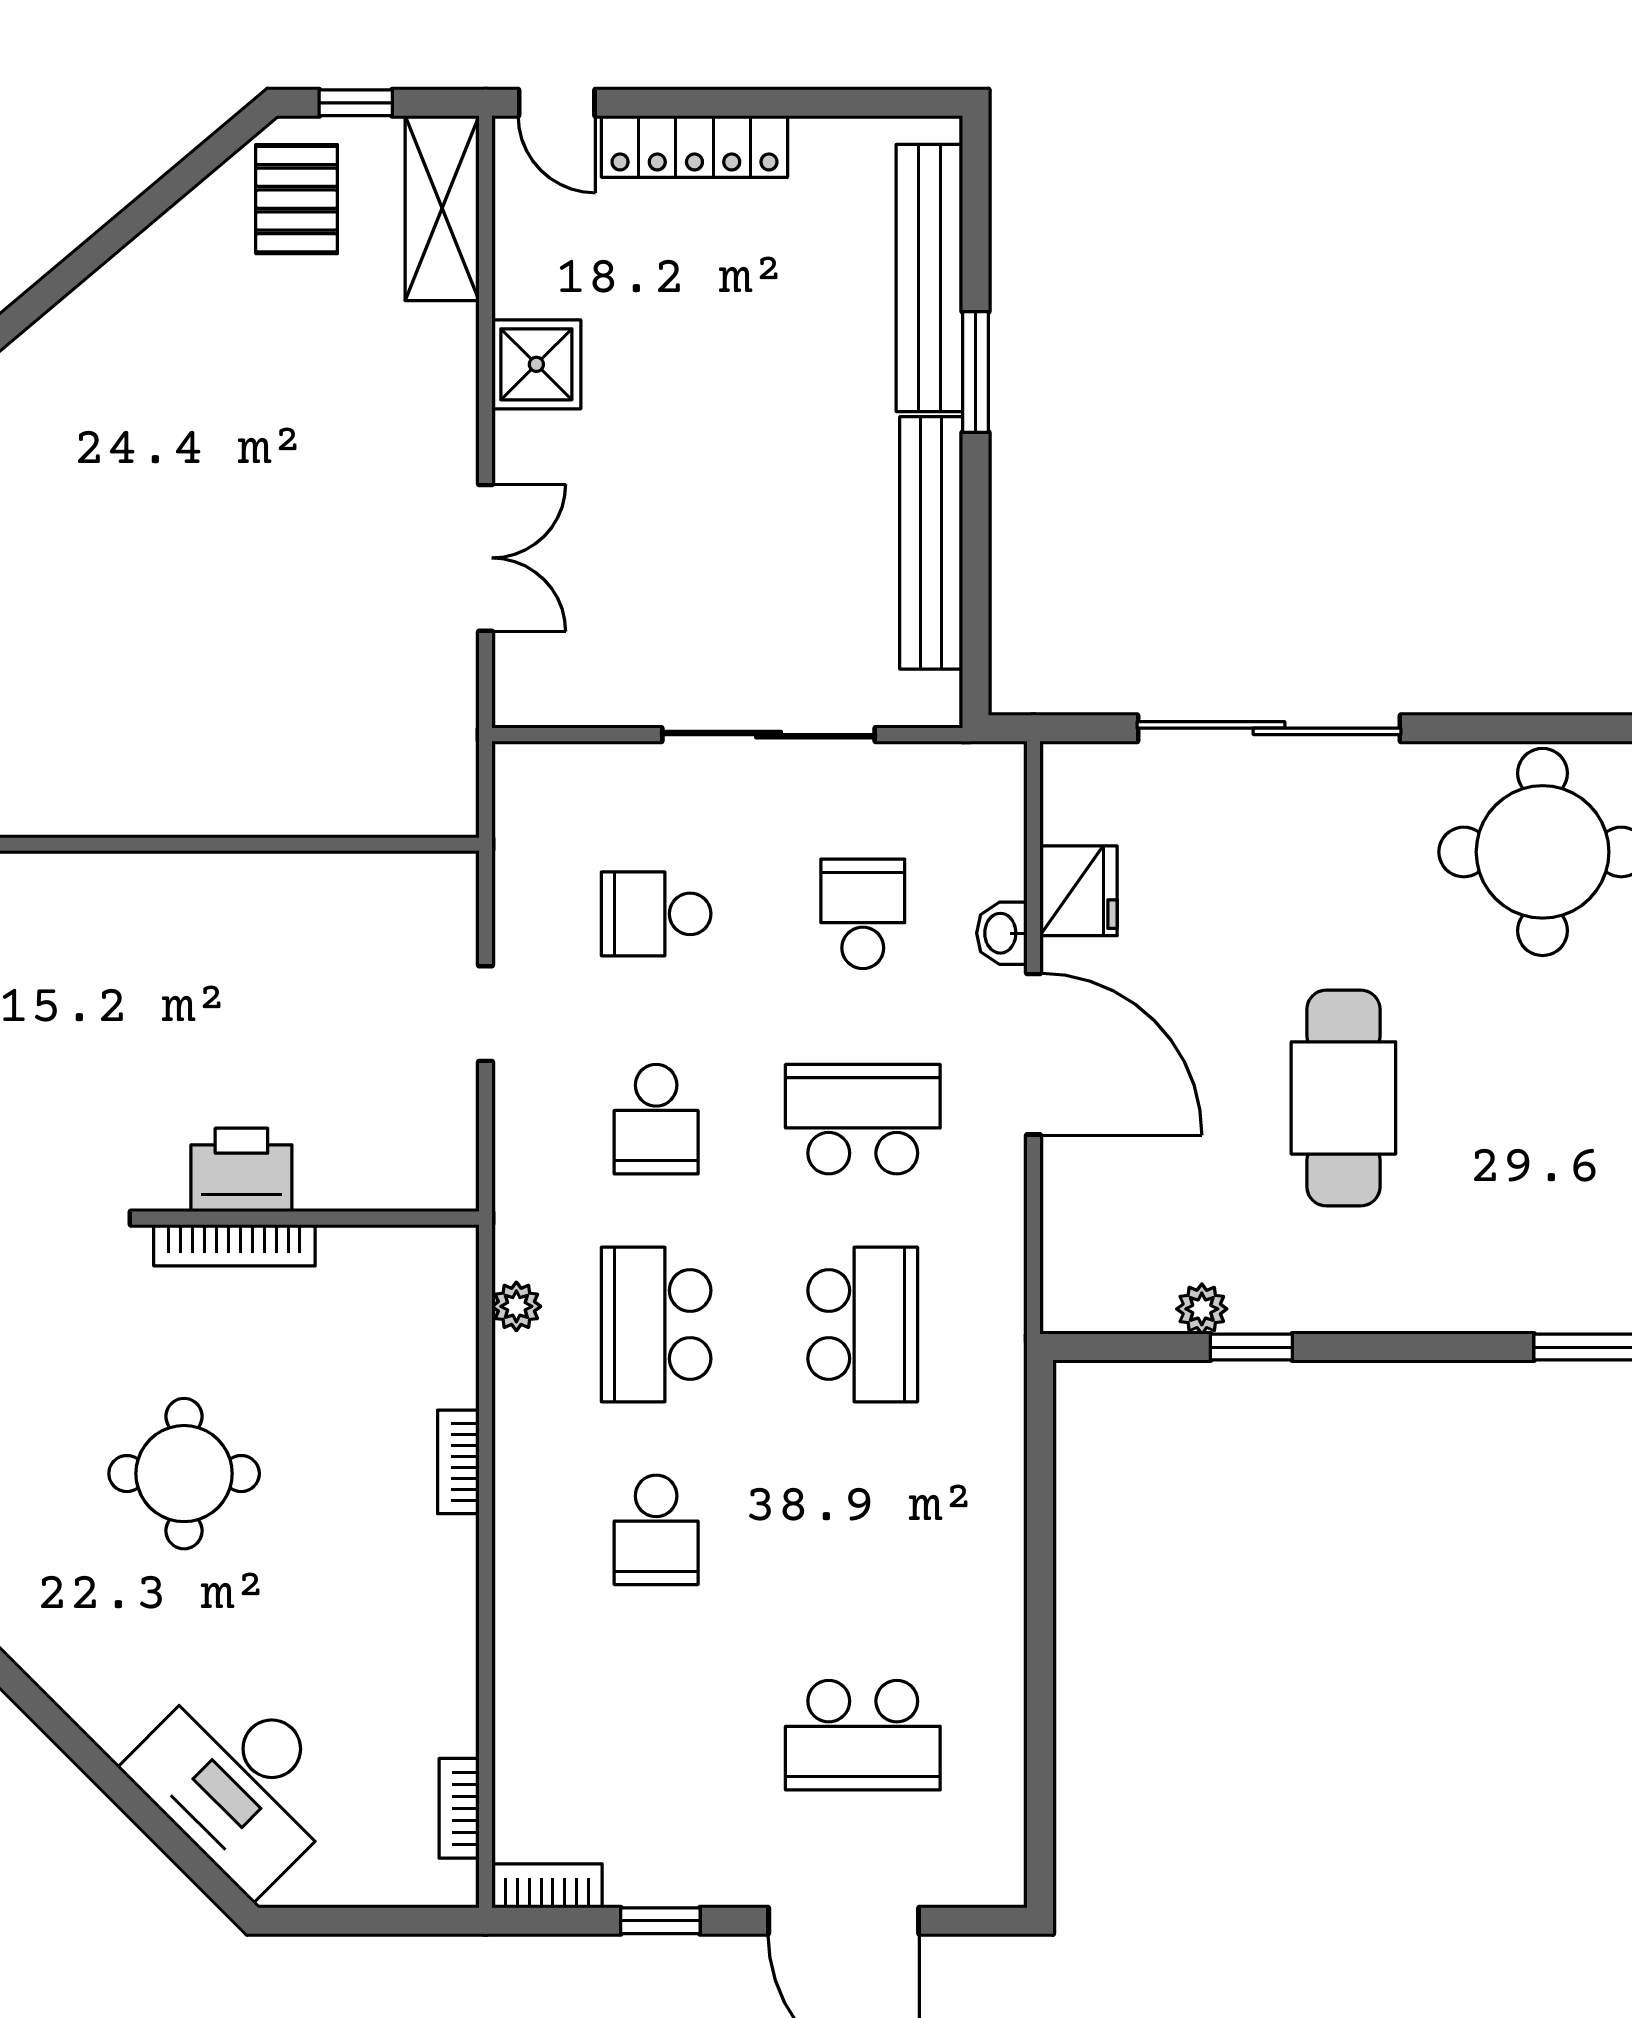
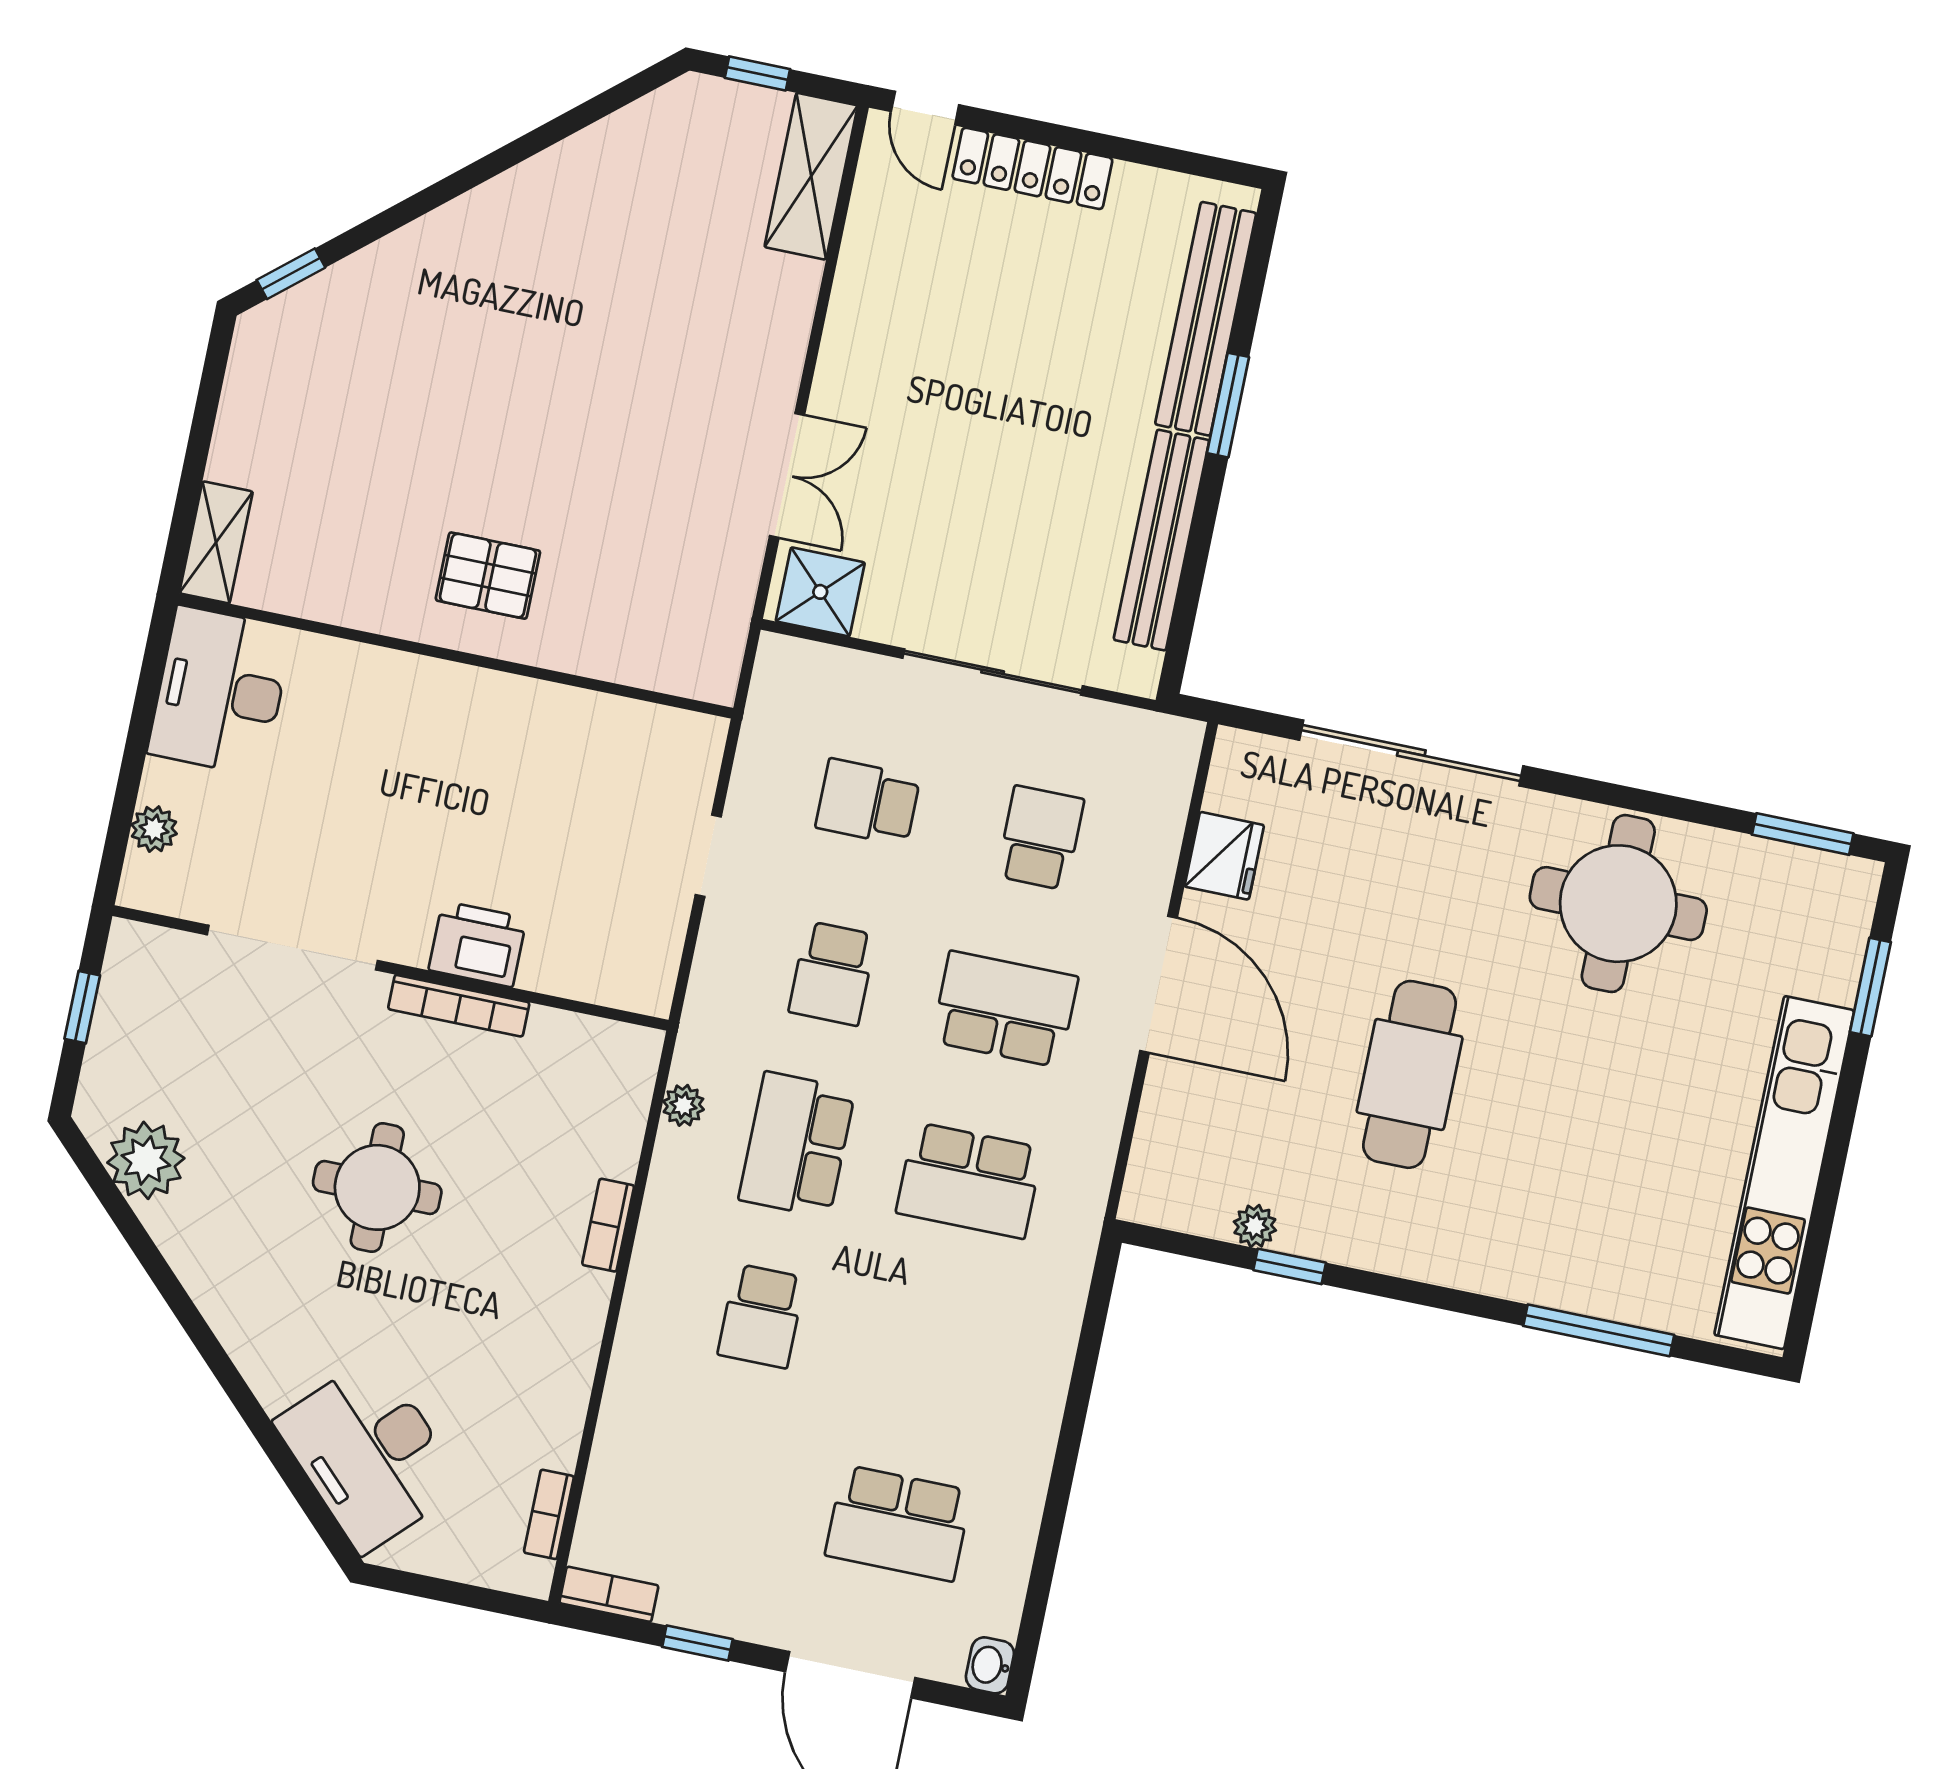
pallet: (297, 199) -> (488, 576), moved, turned 90
shower: (536, 364) -> (820, 592), moved
washbasin: (1002, 933) -> (990, 1665), moved
school desk: (863, 1325) -> (969, 1180), turned 90

